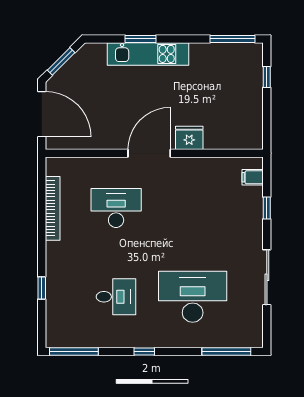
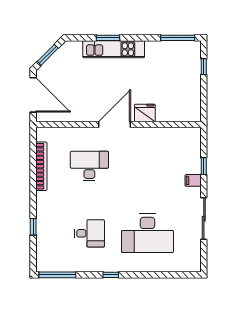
filing cabinet: (253, 177) -> (193, 180), moved
desk: (193, 297) -> (147, 233), turned 180
window: (226, 351) -> (173, 275), removed

